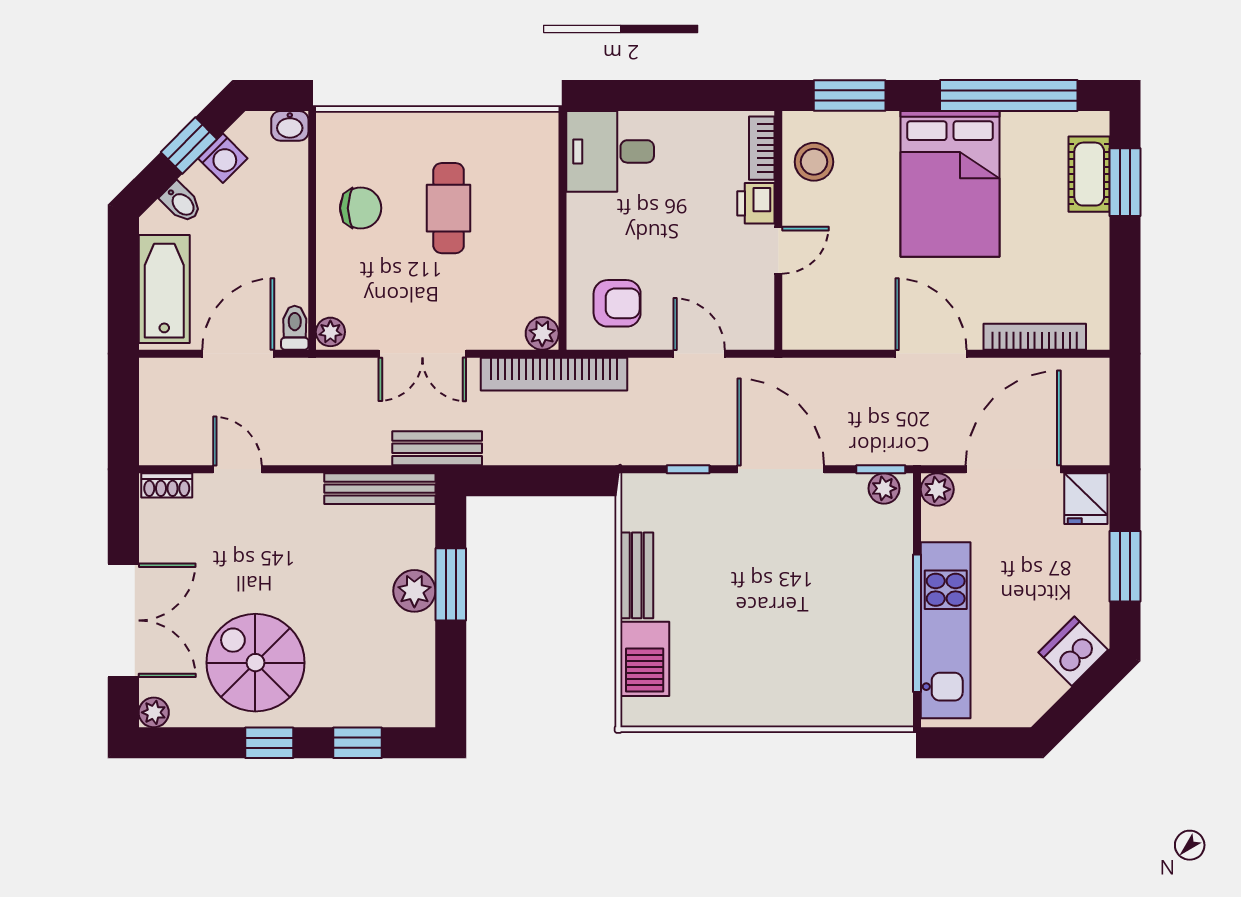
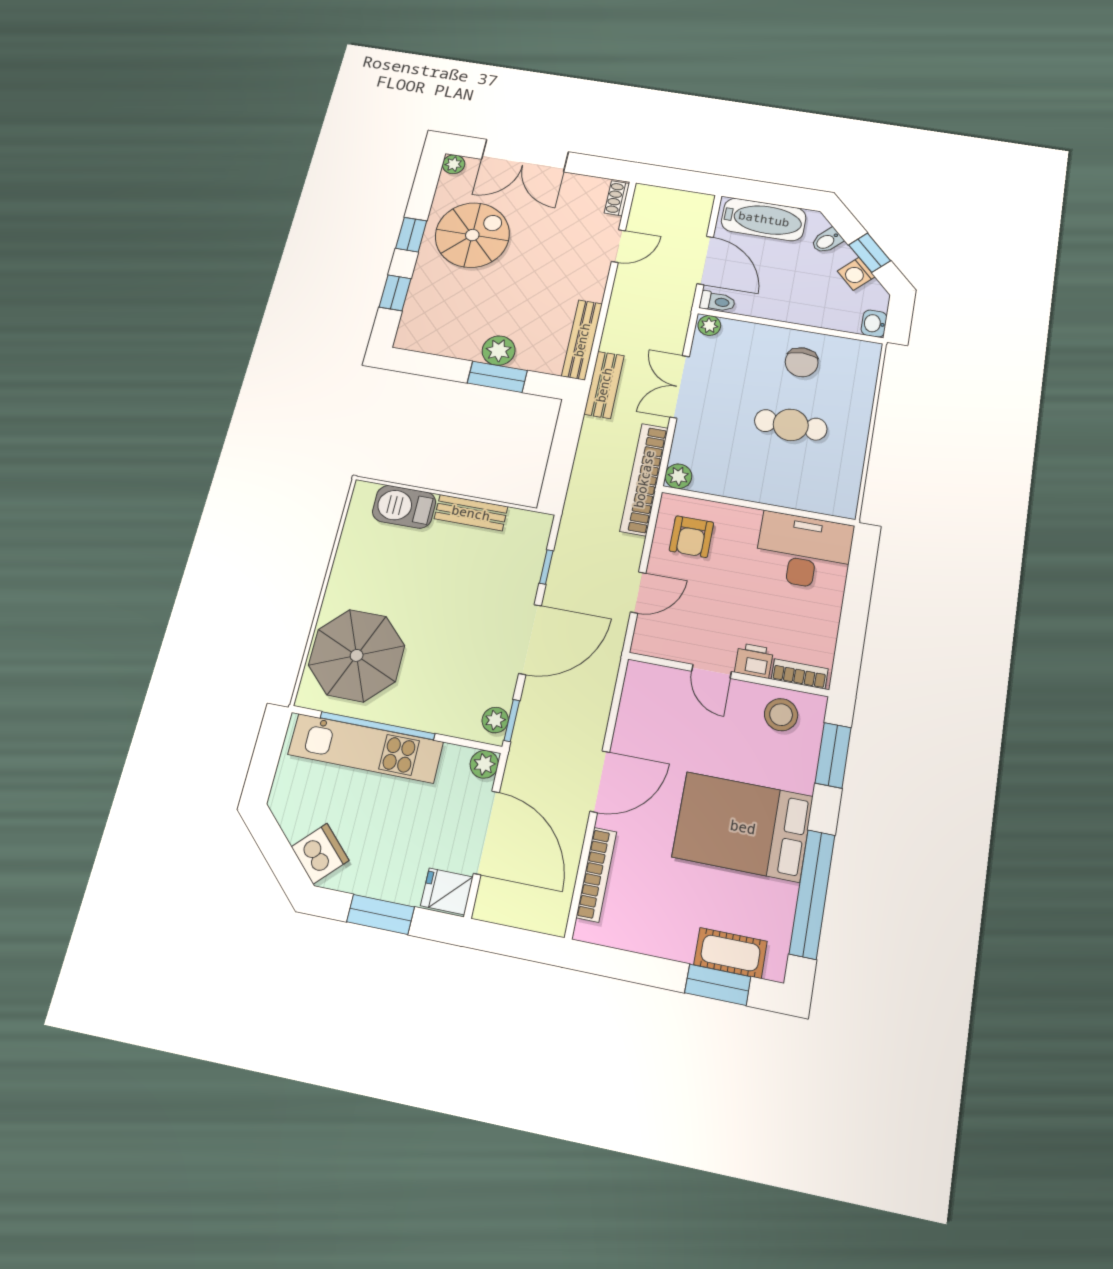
desk: (610, 151) -> (804, 551), width x1.37
parasol: (839, 669) -> (357, 655), added

